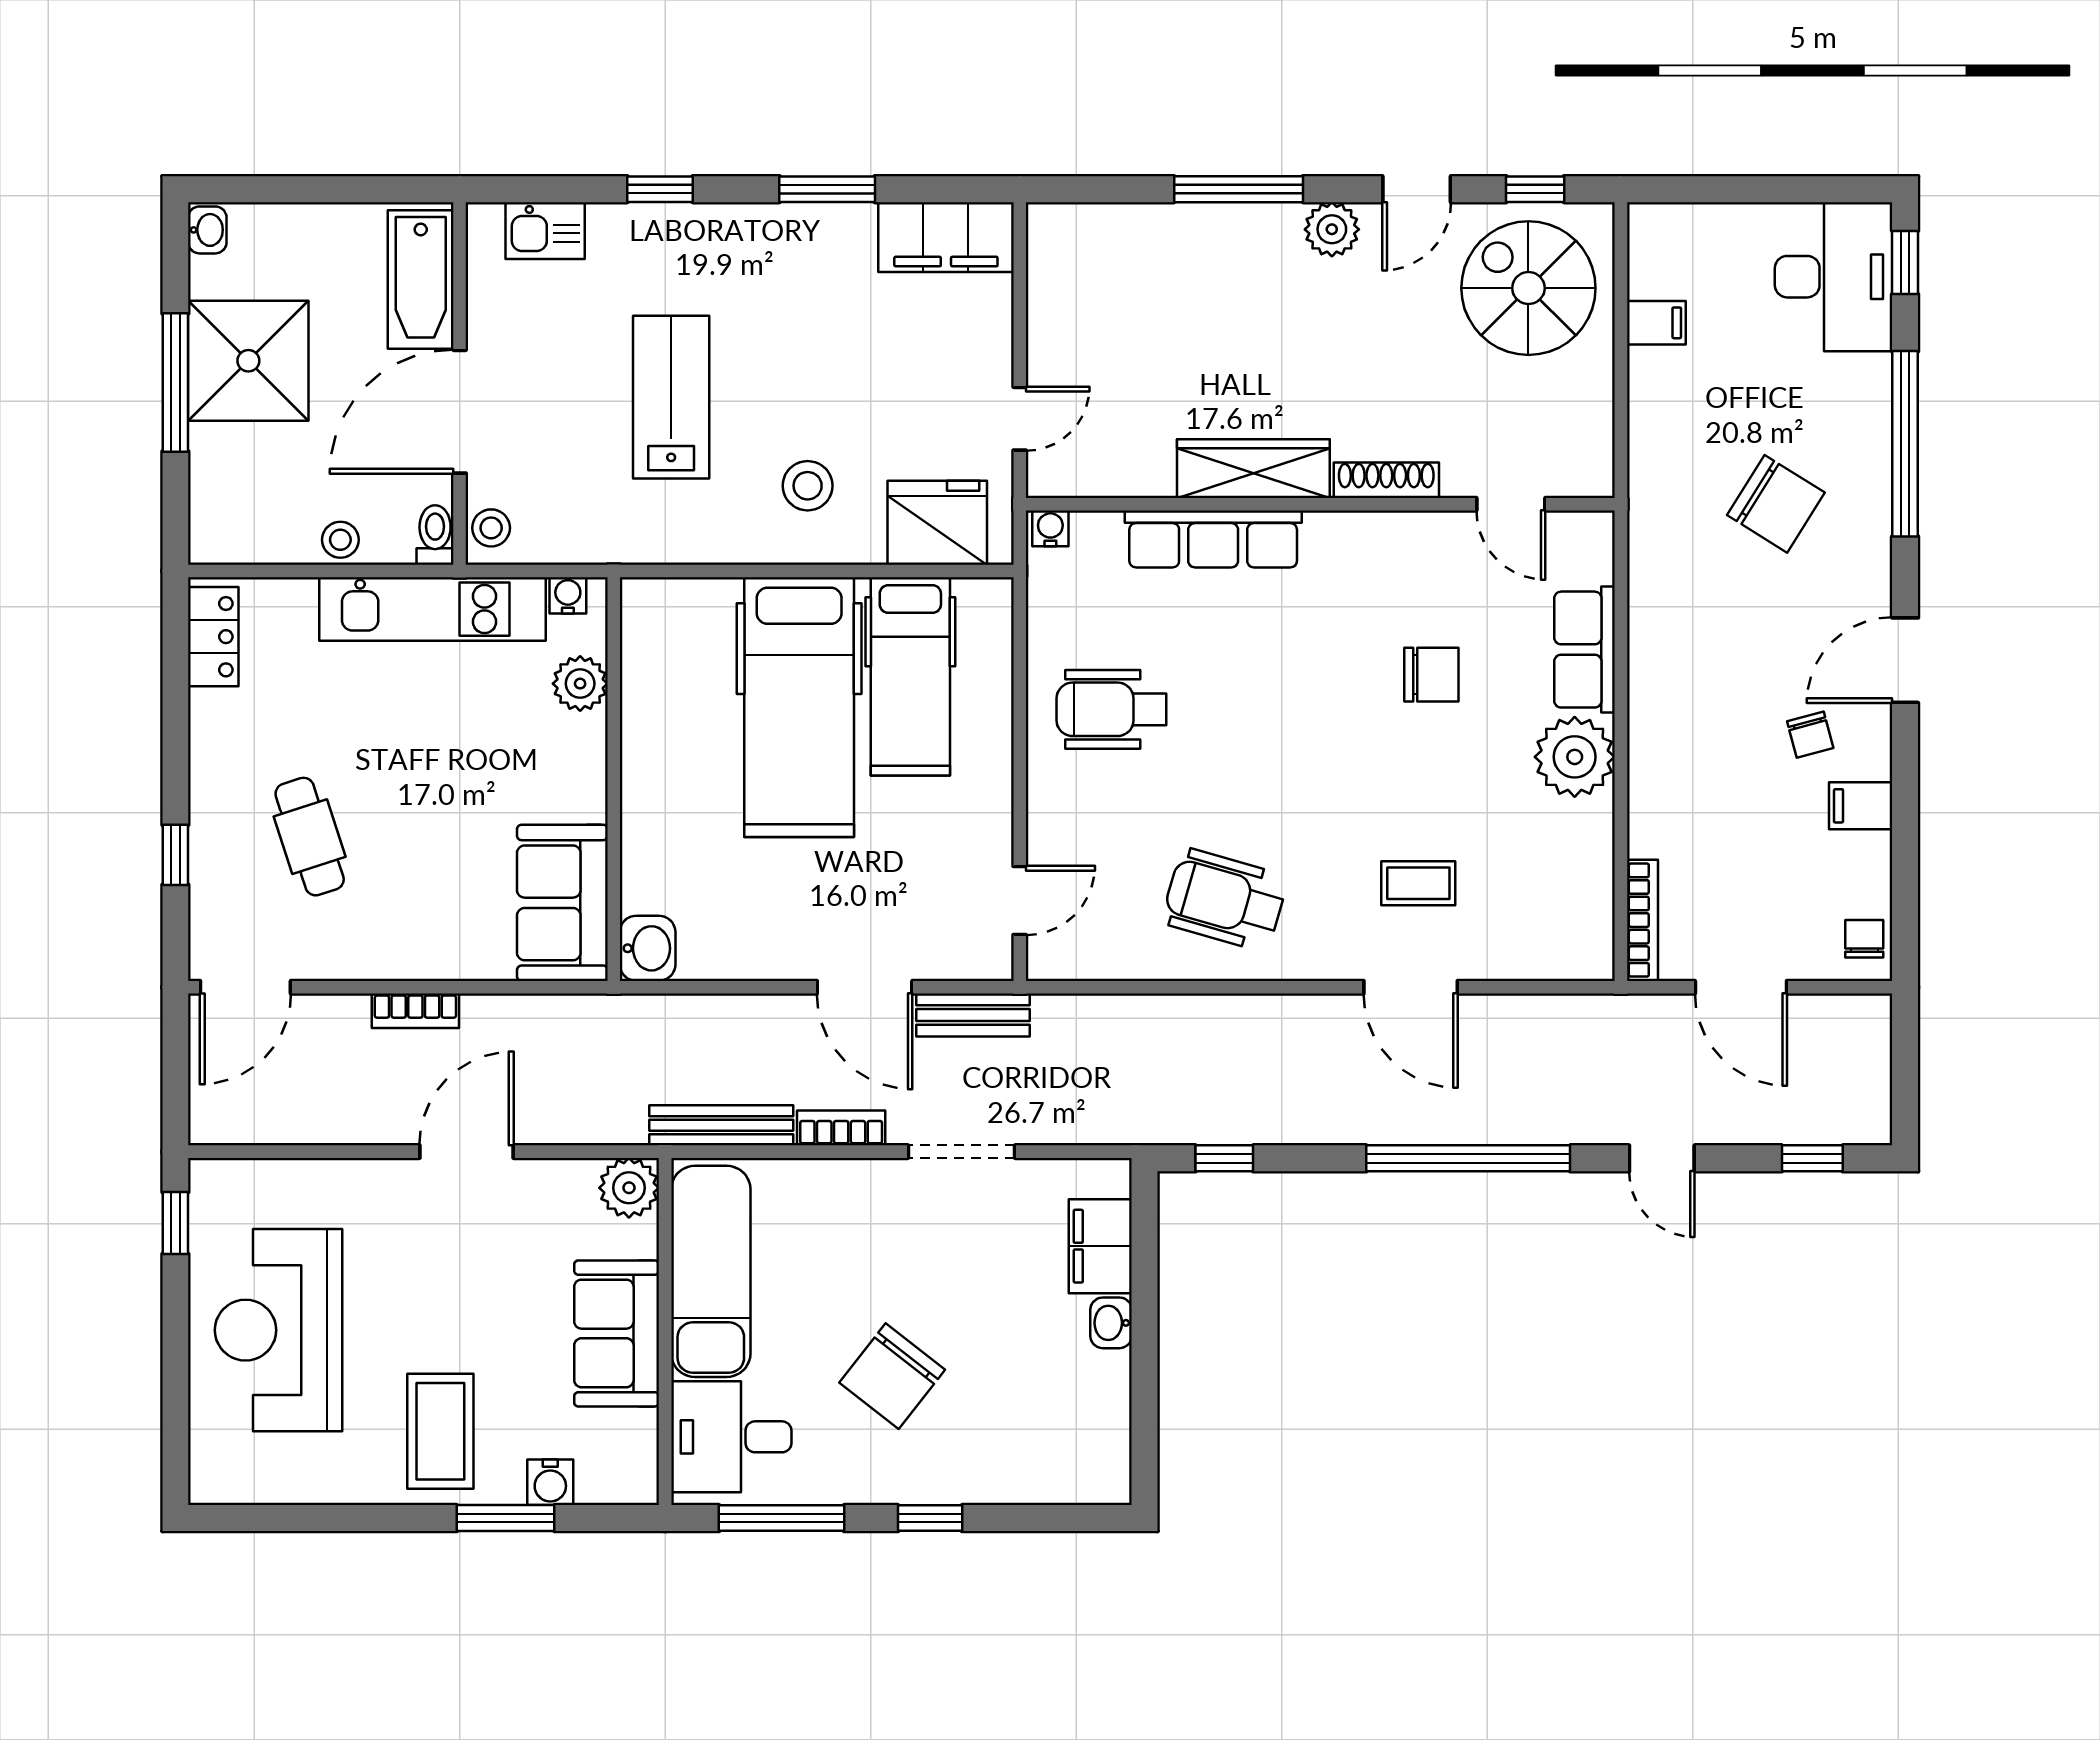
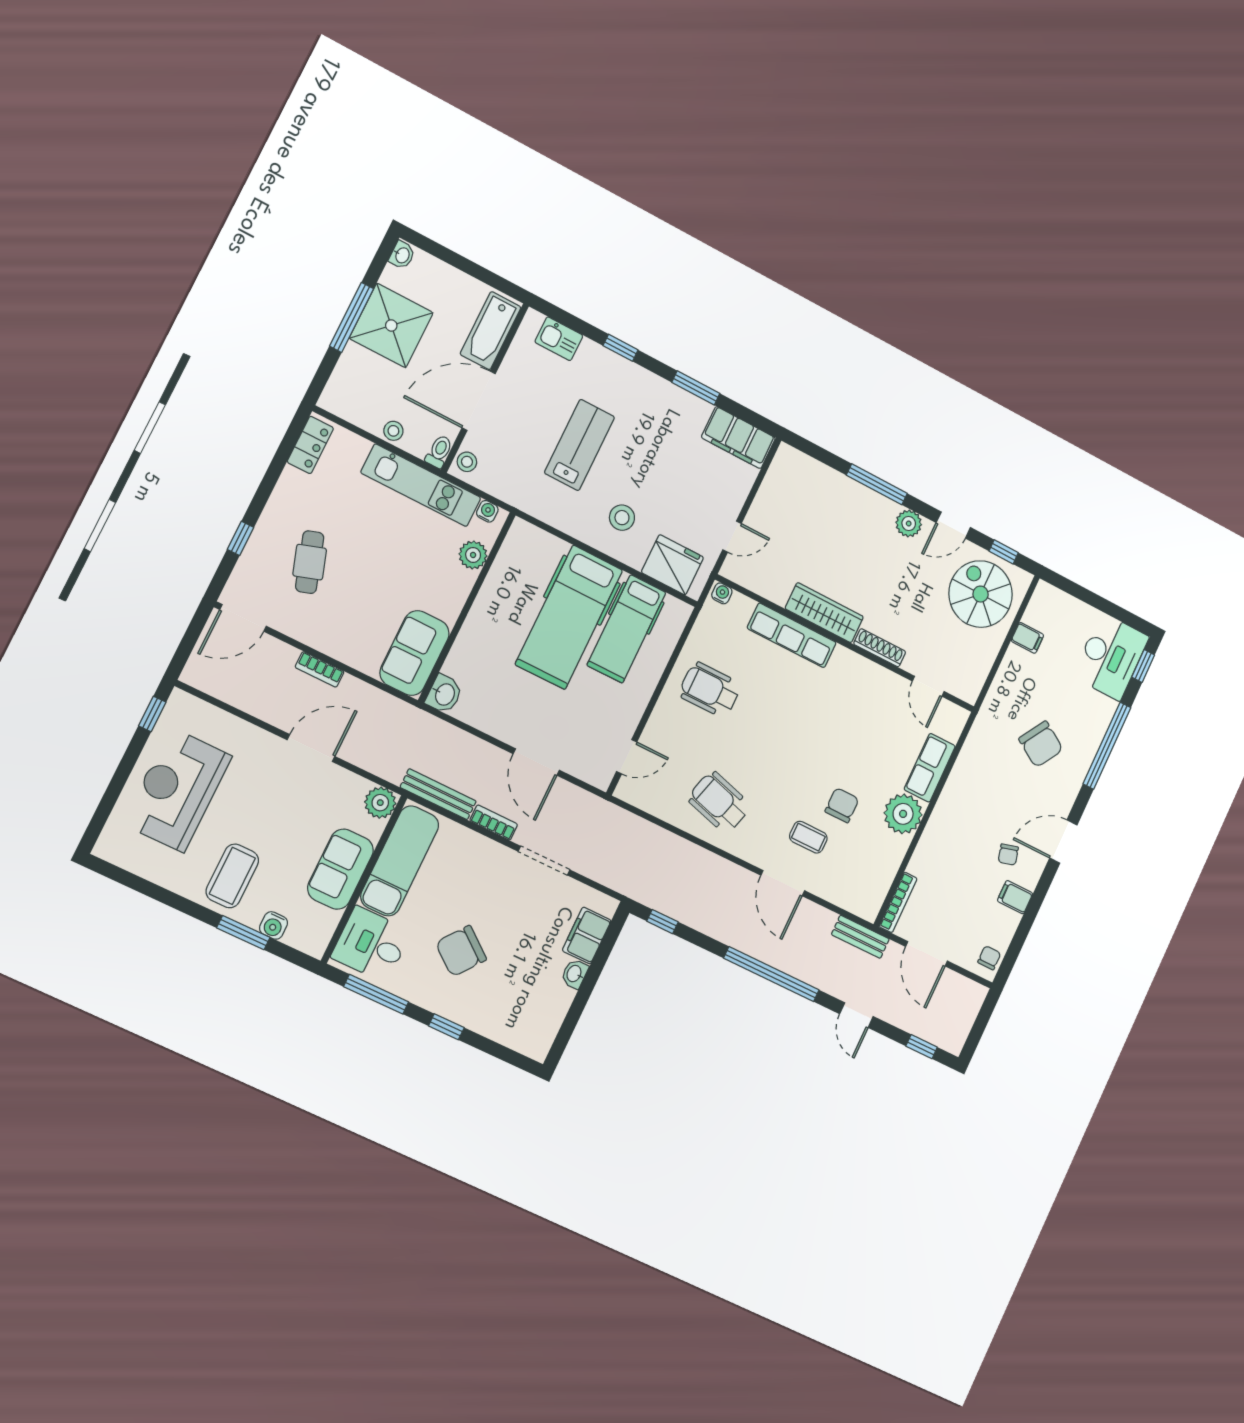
chair: (1431, 675) -> (842, 805), moved, turned -90
bench: (973, 1015) -> (860, 937), moved

